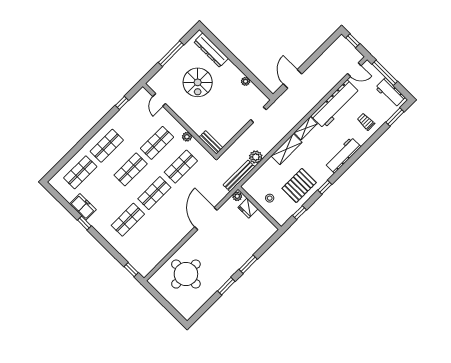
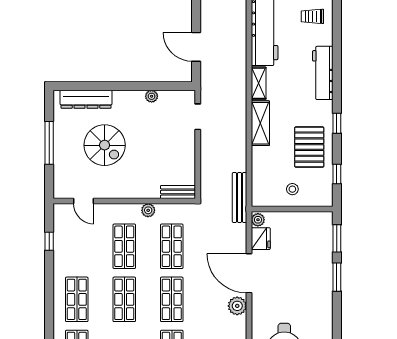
plant: (256, 157) -> (237, 306), moved
fridge: (248, 208) -> (261, 239), moved, turned -90
window: (226, 286) -> (337, 238), moved

